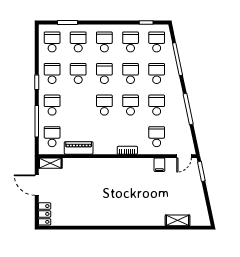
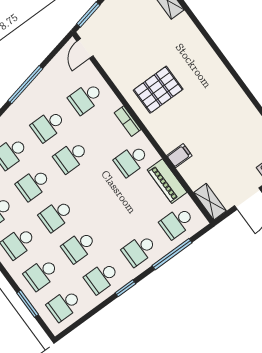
school desk: (104, 105) -> (131, 160), moved
door: (184, 156) -> (85, 49), swing flipped
filing cabinet: (159, 165) -> (179, 156), moved
pallet: (132, 180) -> (158, 90), added

